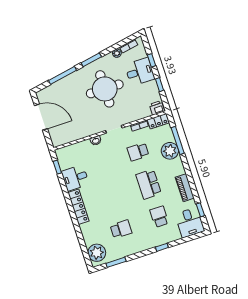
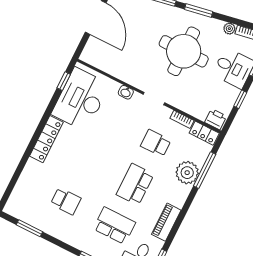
desk: (75, 178) -> (81, 99), width x1.87, depth x1.30
school desk: (159, 217) -> (114, 226), width x1.85
plant: (97, 253) -> (20, 201), removed

